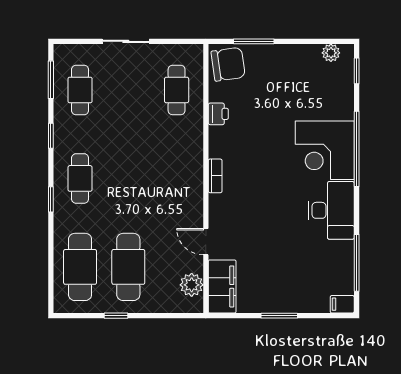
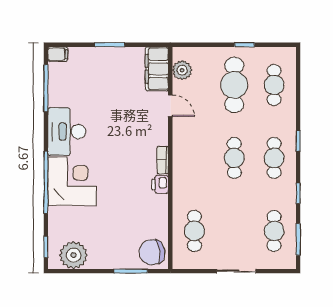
plant: (331, 53) -> (74, 255), width x1.88, depth x1.88
printer: (218, 114) -> (160, 184), moved
cafe table: (128, 178) -> (234, 158), added
cafe table: (80, 267) -> (274, 85), width x0.73, depth x0.74

